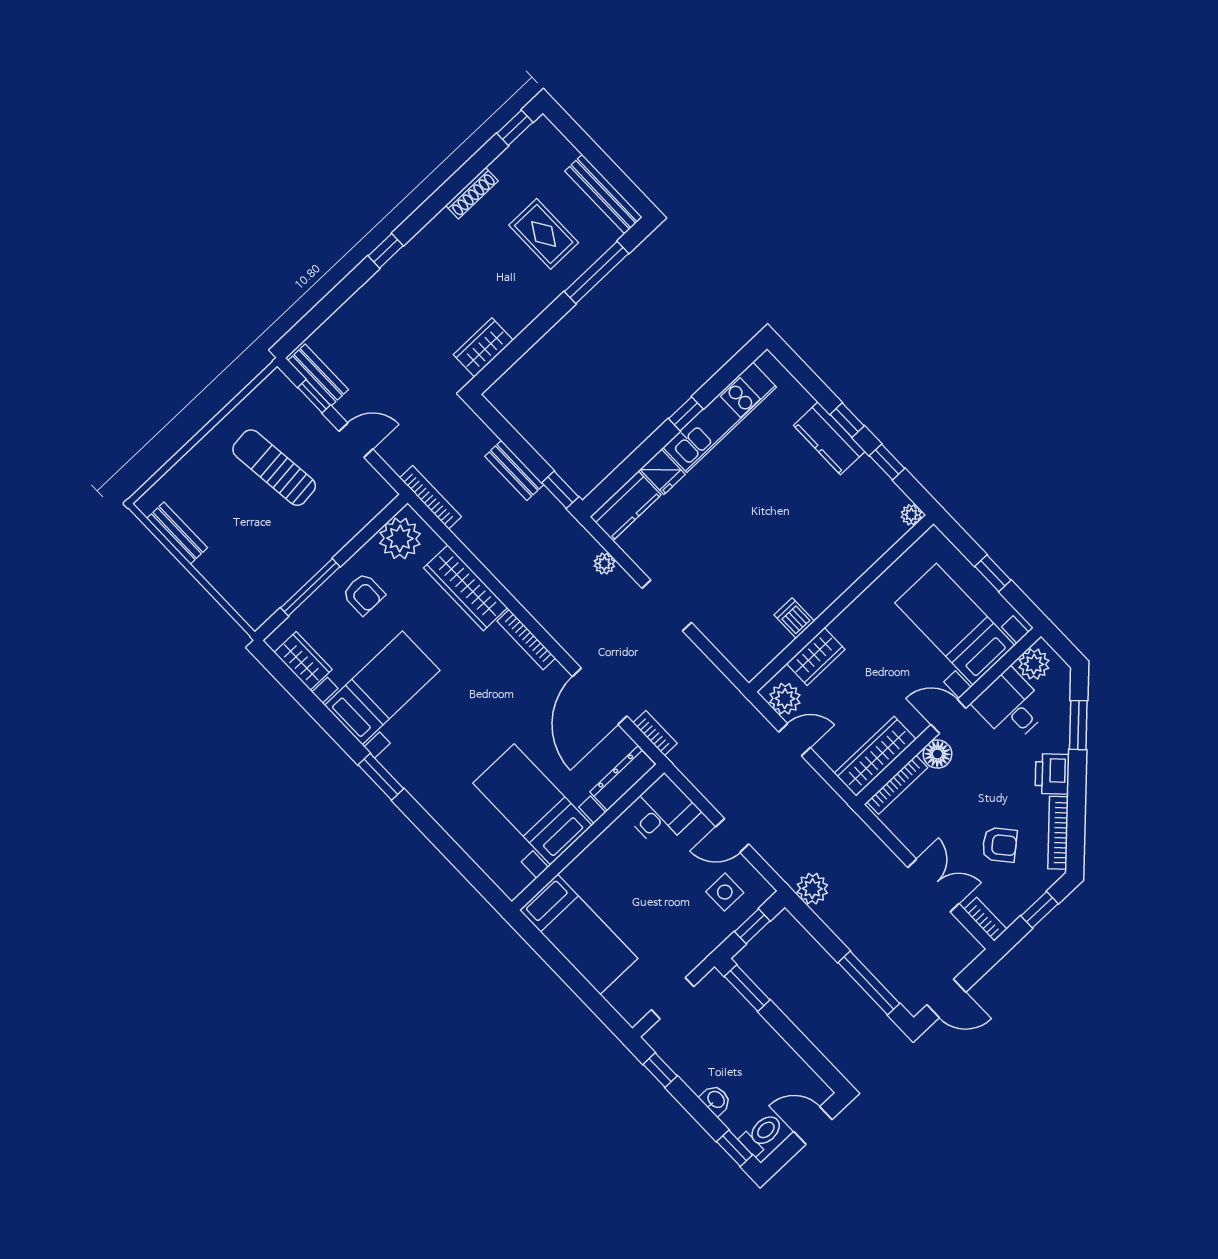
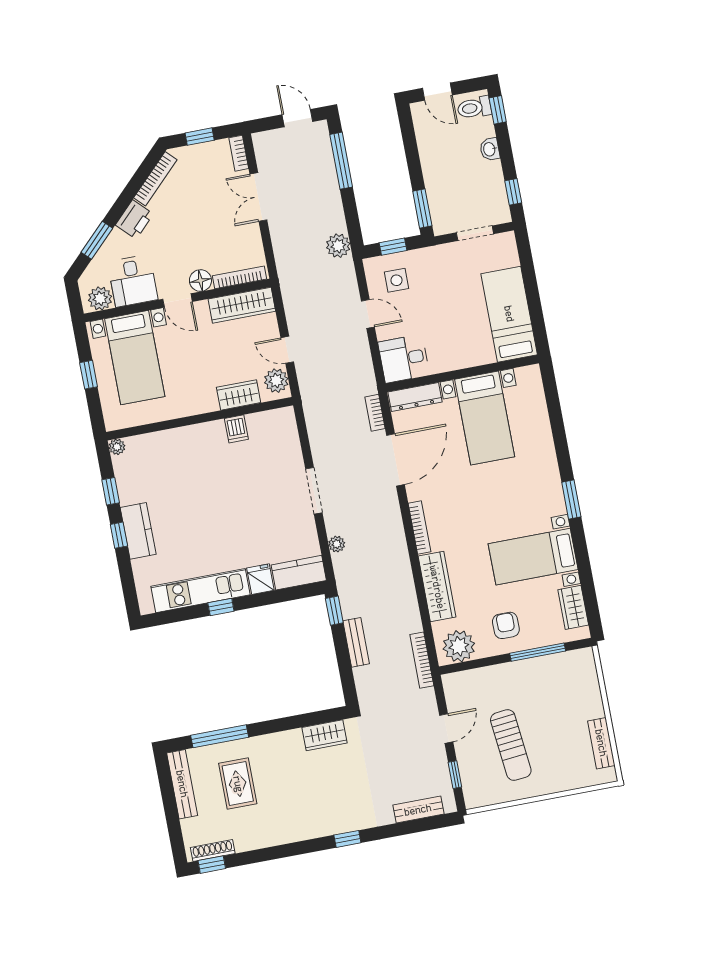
shoe rack: (472, 193) -> (213, 850), moved
bench: (318, 375) -> (418, 810), moved, turned 90
door: (356, 440) -> (446, 728), swing flipped
armchair: (1000, 845) -> (198, 196), removed

